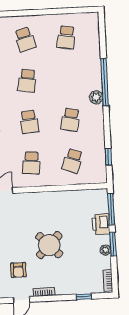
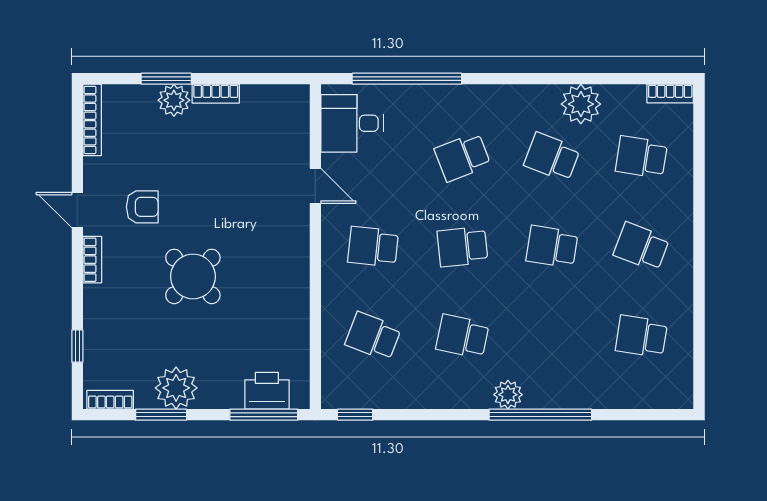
school desk: (25, 40) -> (641, 247), turned 36
window: (108, 157) -> (355, 415), moved
printer: (101, 224) -> (267, 391), moved
window: (113, 244) -> (161, 415), moved
plant: (105, 250) -> (176, 388), width x1.87, depth x1.87
armchair: (18, 270) -> (142, 207), turned 180

